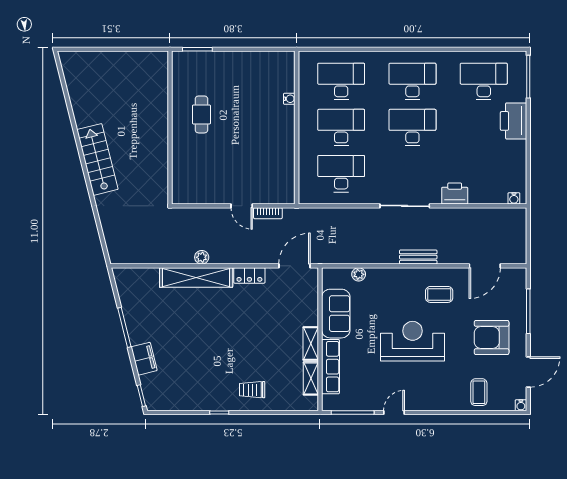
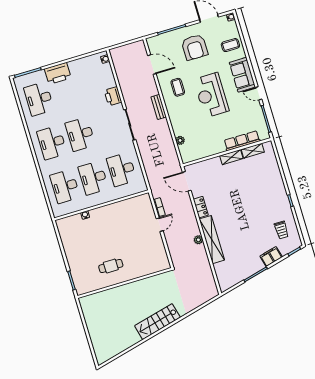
sofa: (336, 314) -> (242, 75), moved, turned -90
trolley: (252, 390) -> (281, 230), moved

